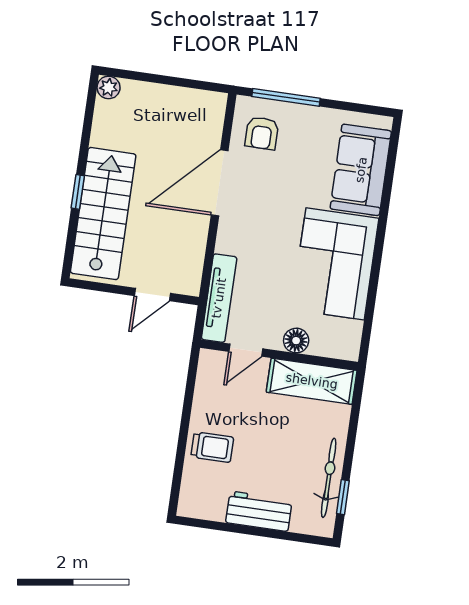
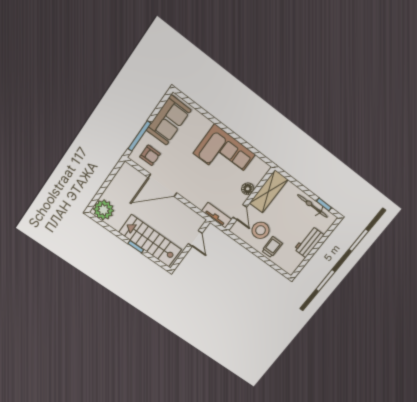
plant: (109, 87) -> (104, 210), width x1.87, depth x1.87
sofa: (361, 170) -> (169, 120), moved, turned -90
door: (220, 183) -> (163, 185), hinge flipped
tv unit: (219, 298) -> (217, 215), width x0.71
stool: (232, 407) -> (261, 230), added

